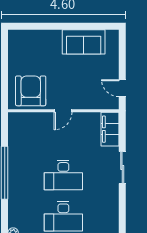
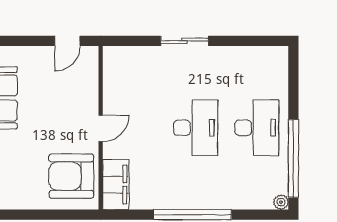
door: (63, 111) -> (101, 128), hinge flipped
filing cabinet: (110, 129) -> (116, 184), moved, turned -90

